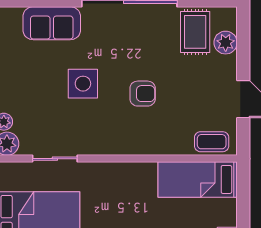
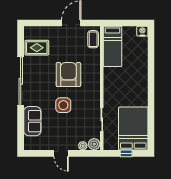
plant: (226, 43) -> (42, 32), removed
armchair: (143, 94) -> (68, 75), width x1.88, depth x1.88

